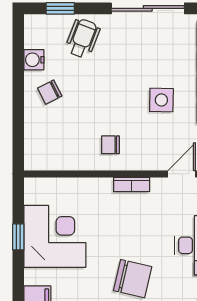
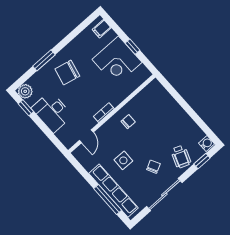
water cooler: (34, 60) -> (207, 143), moved
chair: (50, 92) -> (153, 167), moved

